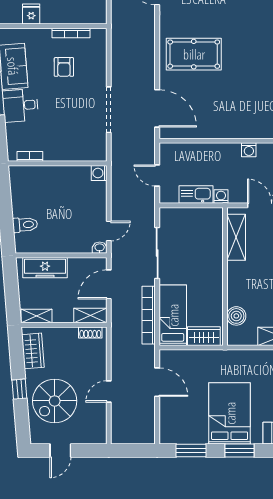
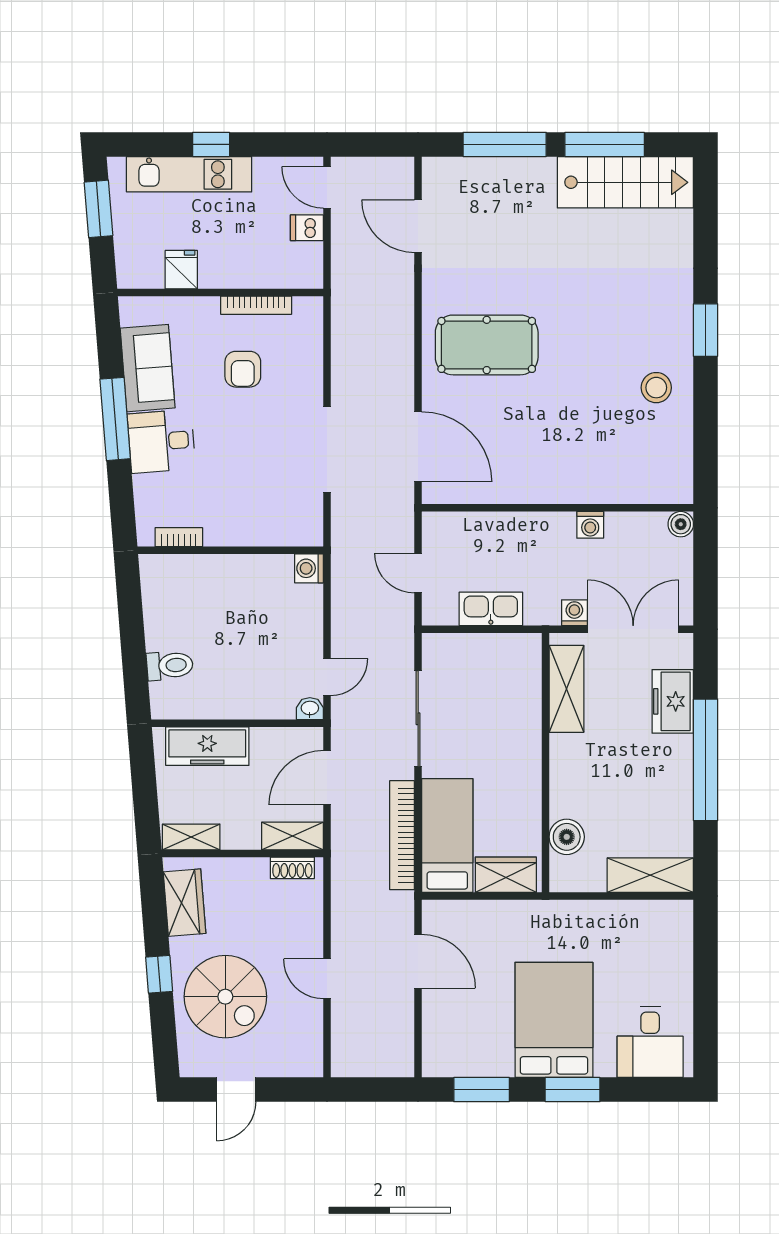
washing machine: (221, 197) -> (574, 613), moved
door: (109, 391) -> (327, 979), hinge flipped
spiral stairs: (55, 401) -> (225, 997), turned -90

